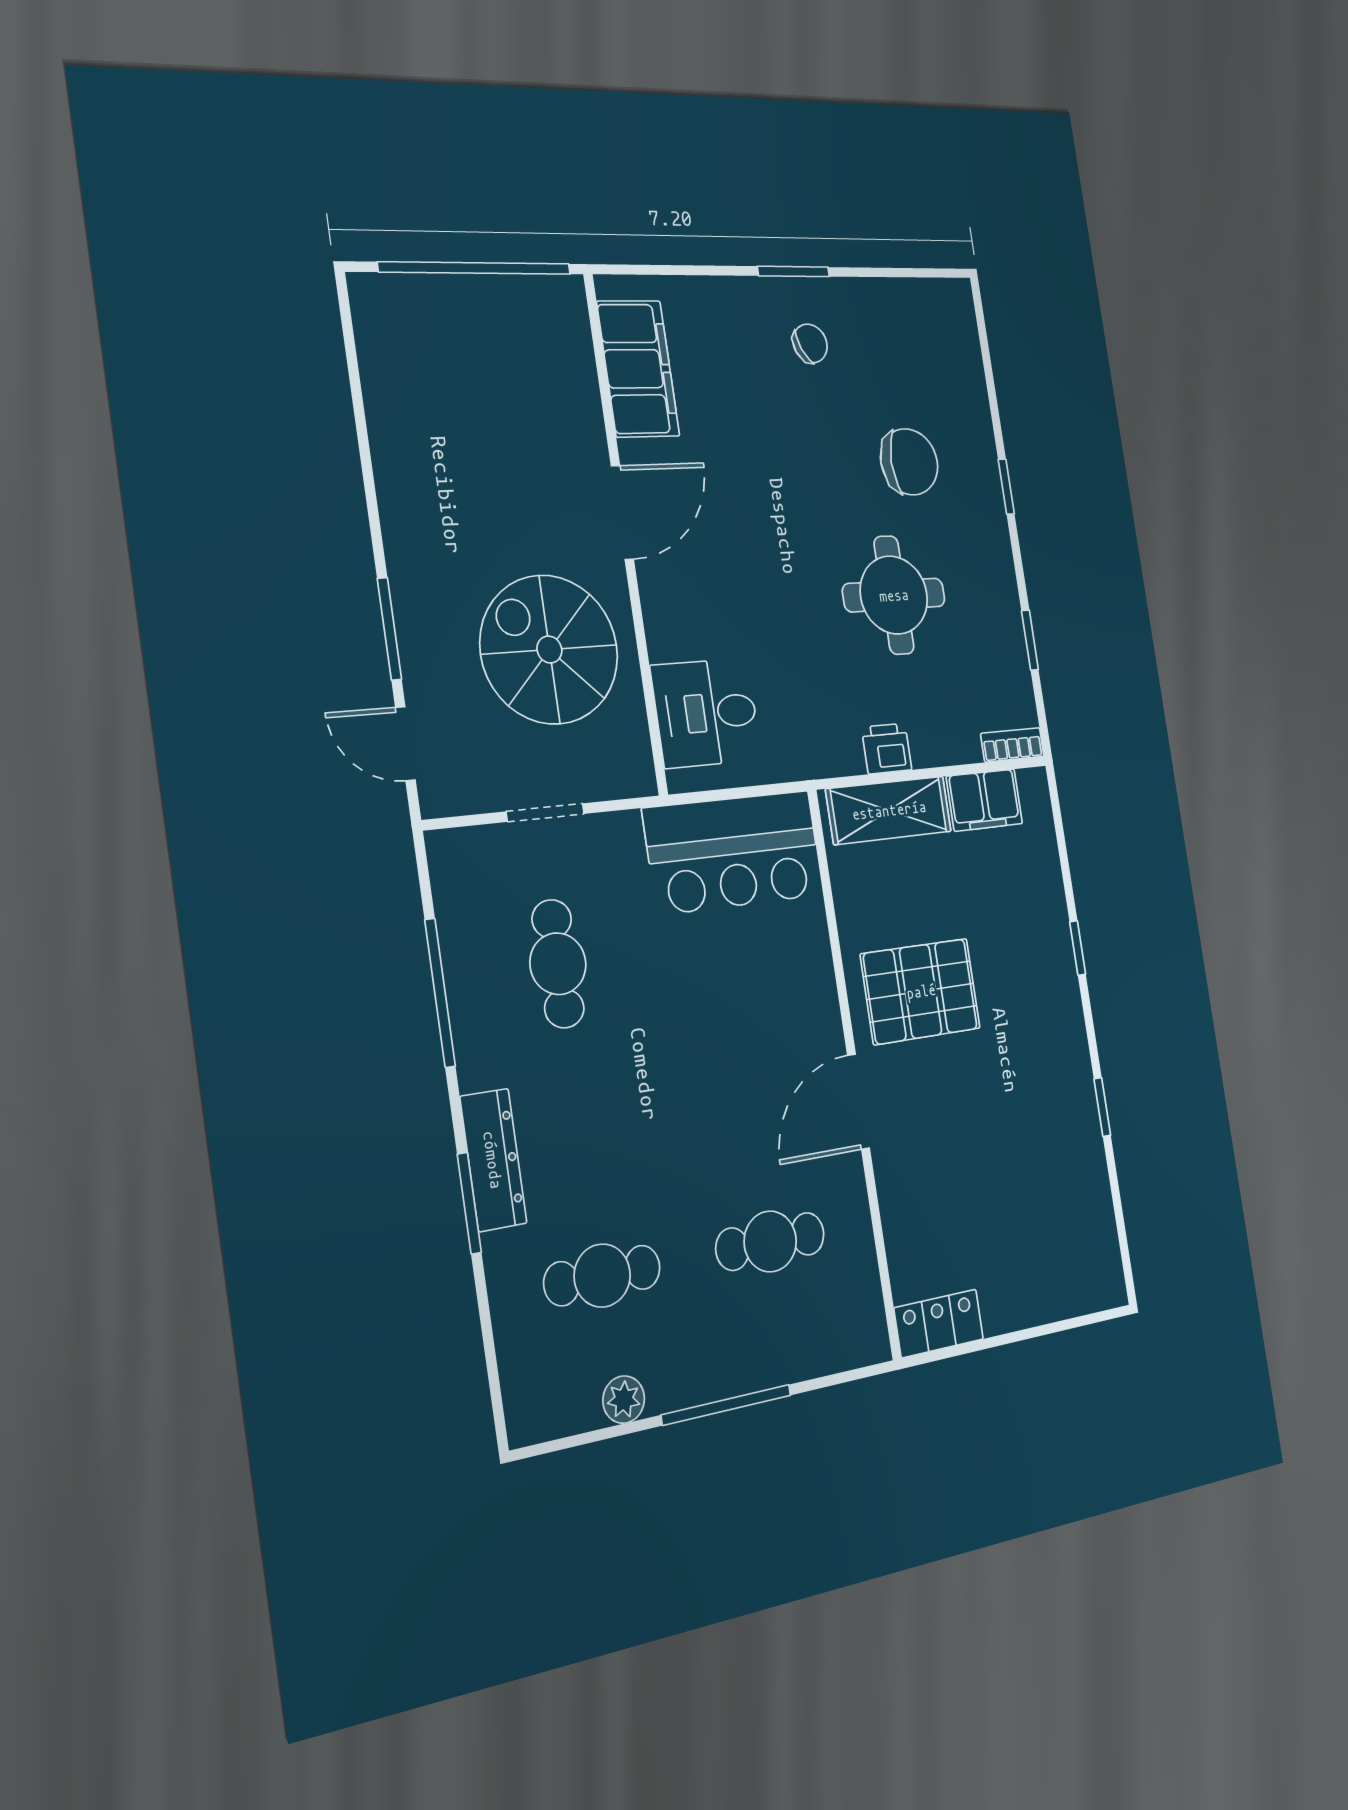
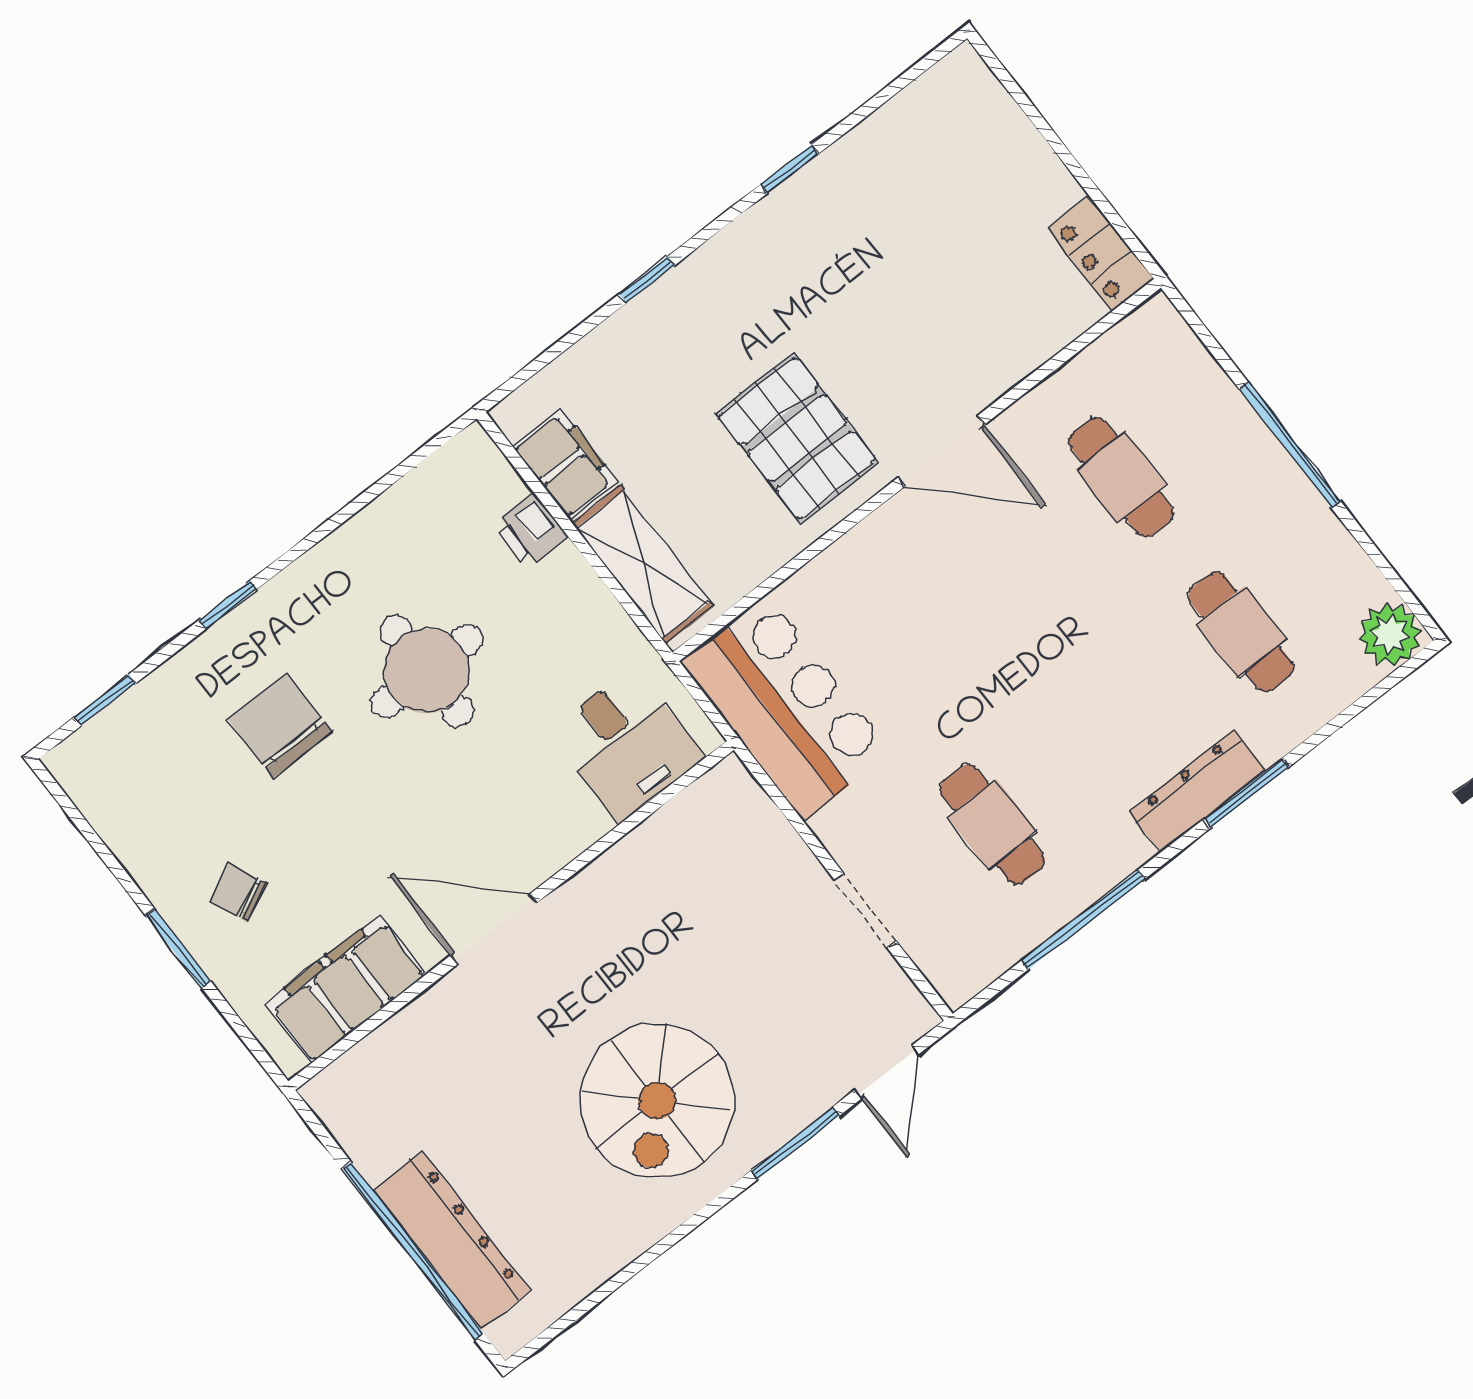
dresser: (466, 303) -> (452, 1241), added
filing cabinet: (638, 369) -> (346, 989), moved
door: (622, 513) -> (494, 929), moved
wall: (625, 533) -> (511, 916), moved
window: (1030, 640) -> (105, 700), moved
spiral stairs: (549, 650) -> (657, 1101), moved
desk: (706, 713) -> (626, 745), moved
bookcase: (1012, 745) -> (489, 461), removed
printer: (887, 749) -> (531, 530), moved
cafe table: (558, 964) -> (992, 824), turned 90
plant: (624, 1400) -> (1390, 635), moved, width x1.38, depth x1.38

